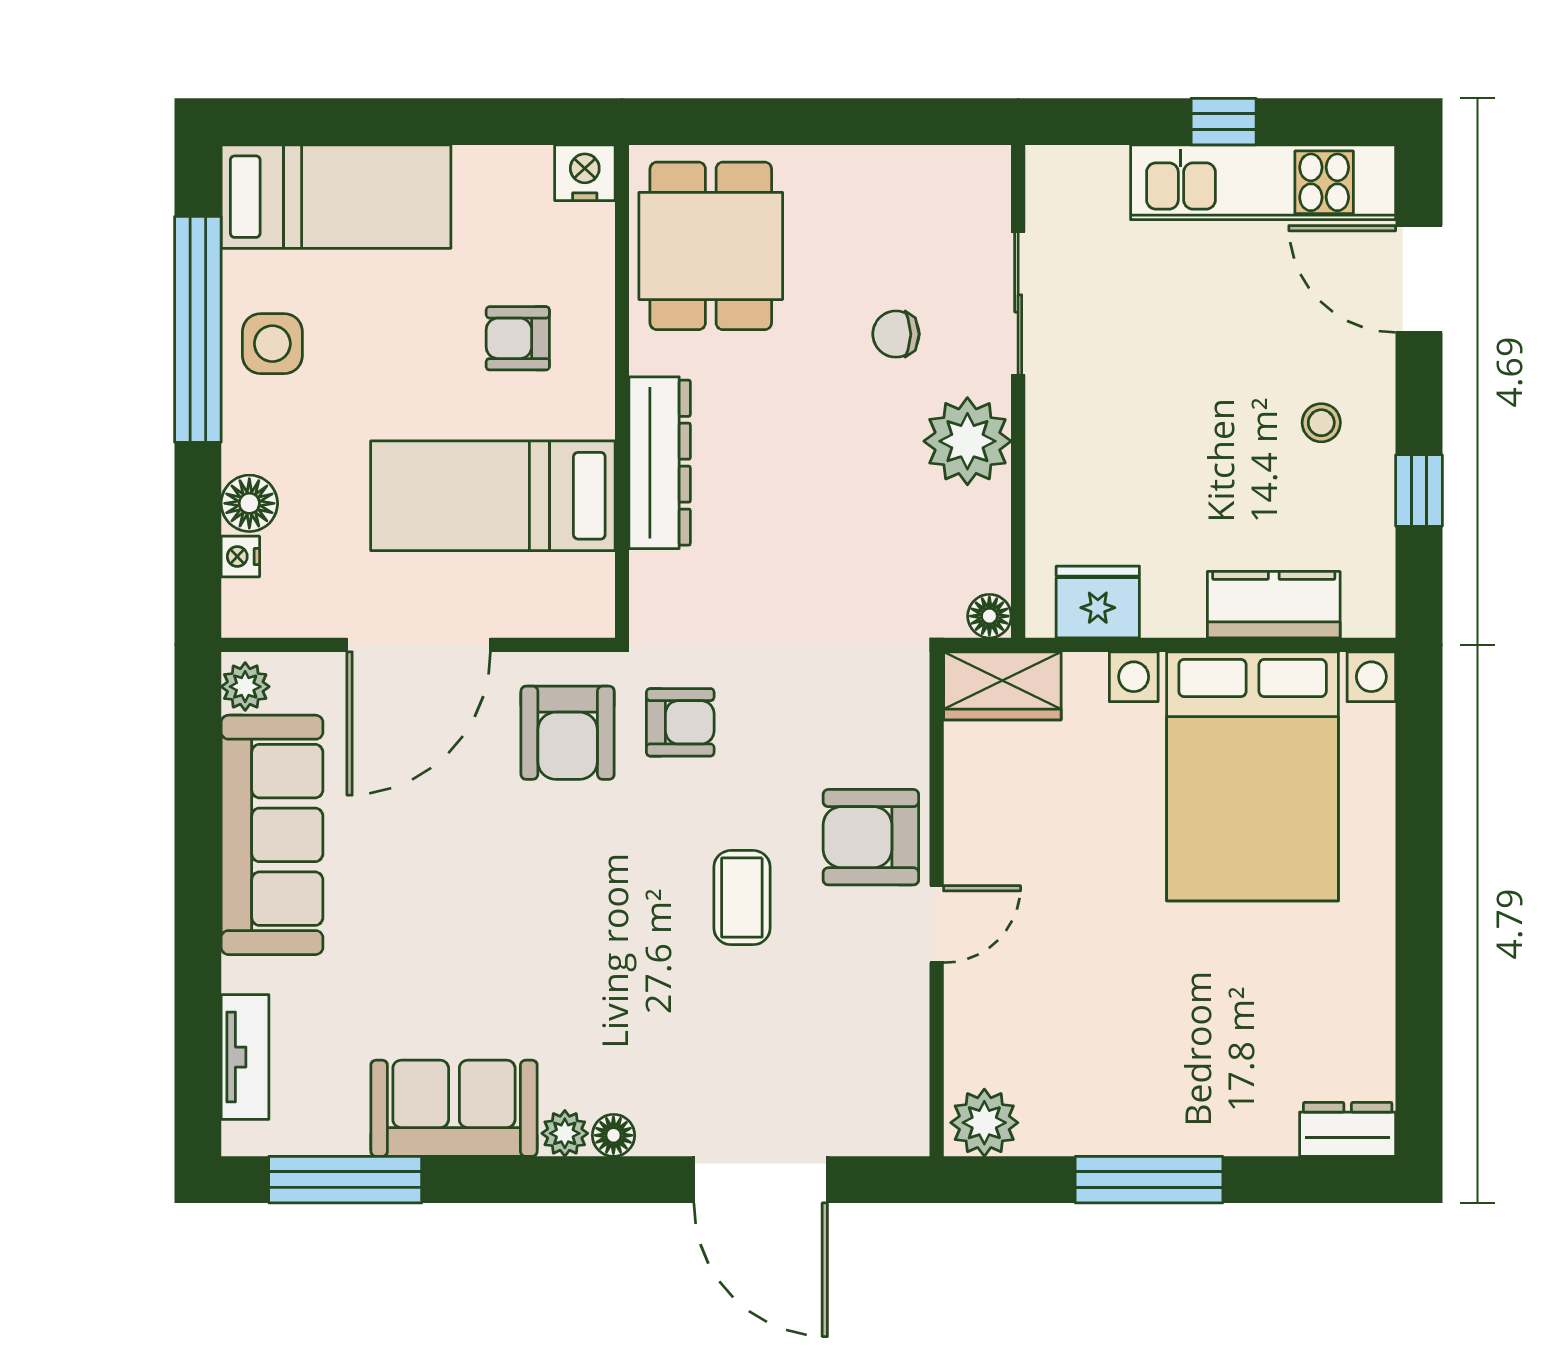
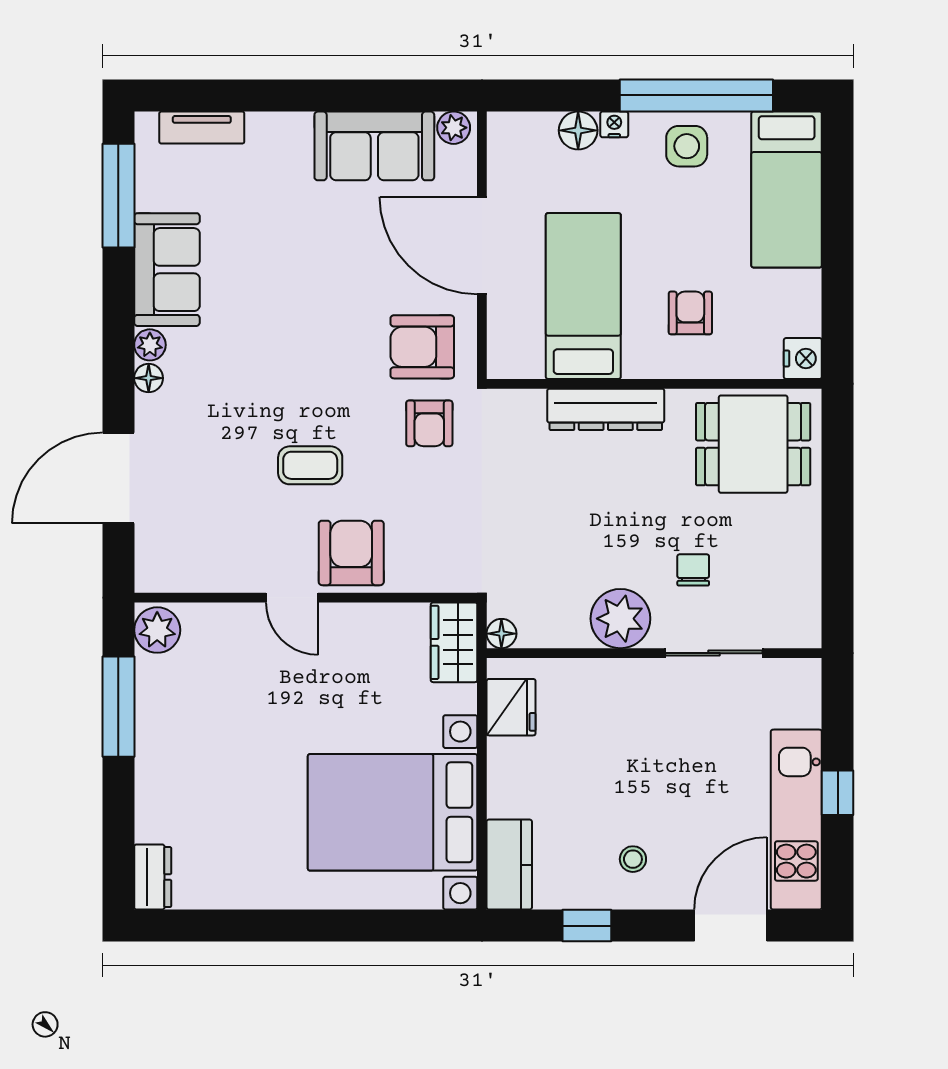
nightstand: (240, 557) -> (614, 124), moved
kitchen counter: (1274, 605) -> (509, 865), moved
sofa: (272, 835) -> (374, 146), width x0.73
window: (1149, 1180) -> (118, 707), moved

